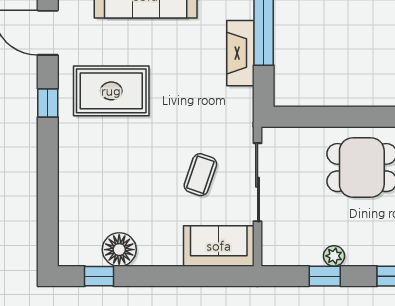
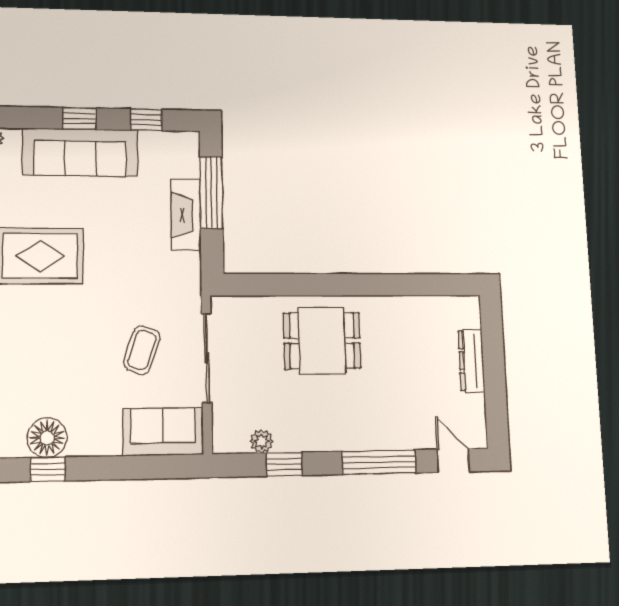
plant: (334, 256) -> (262, 441), moved
window: (99, 276) -> (48, 469), moved

